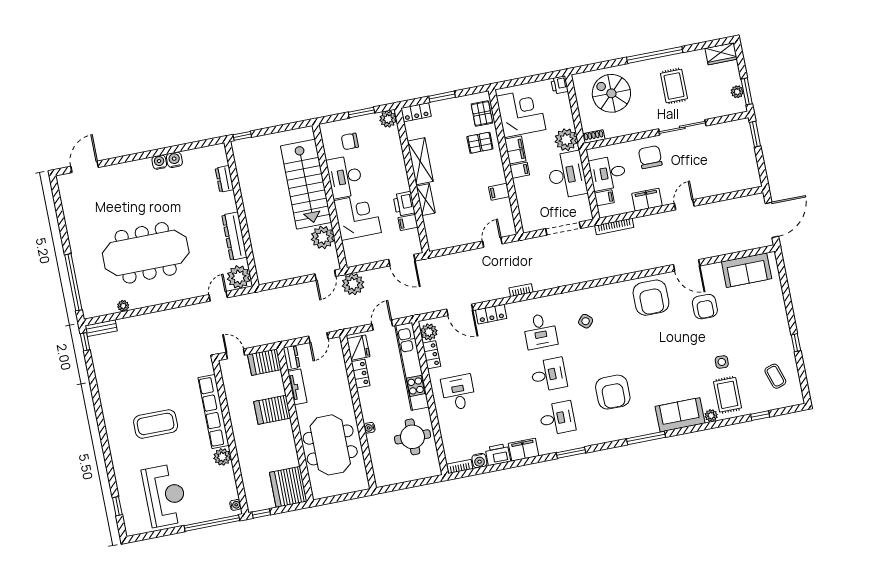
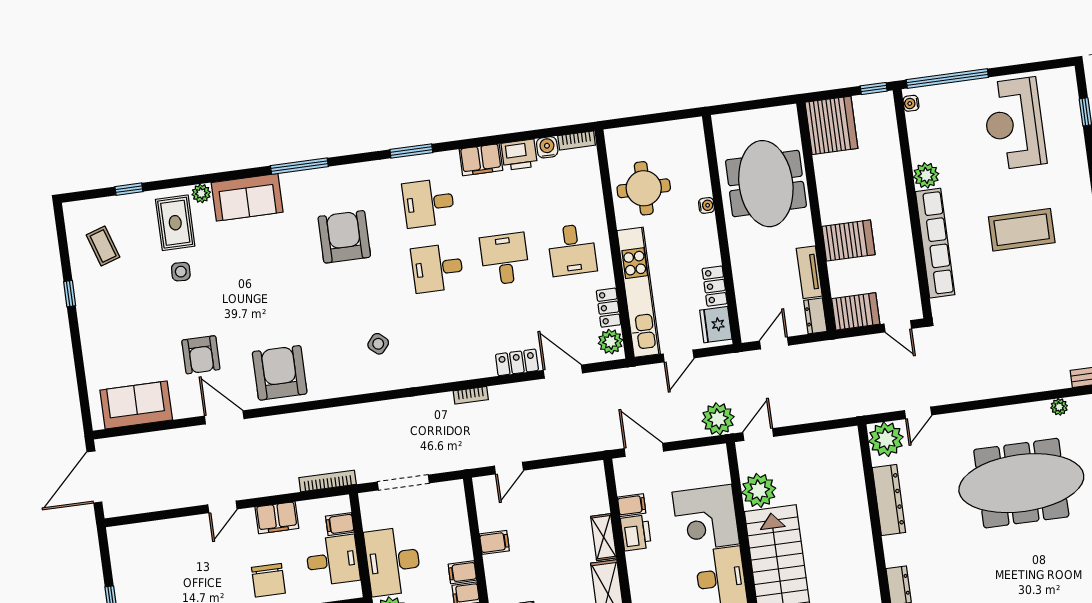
armchair: (705, 307) -> (201, 355), turned 180
desk: (540, 331) -> (505, 259), moved

